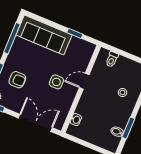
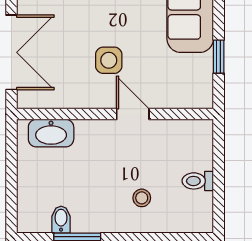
toilet: (112, 59) -> (198, 181), moved
washbasin: (76, 120) -> (51, 133), width x1.91, depth x1.45

